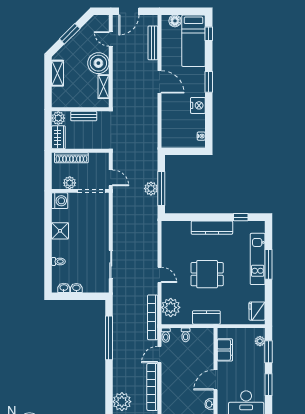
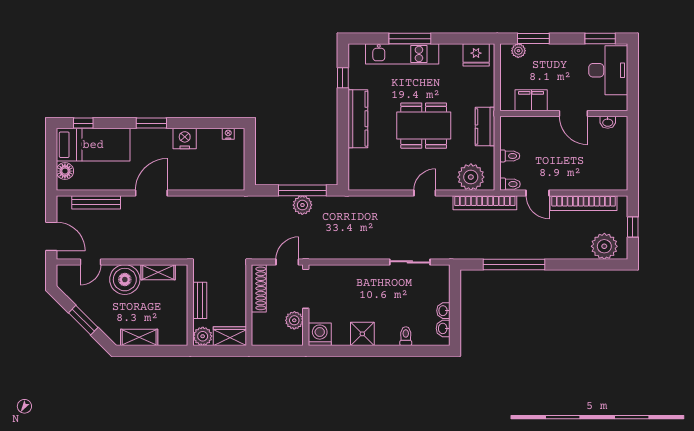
shoe rack: (71, 158) -> (259, 288), moved
dining table: (207, 274) -> (424, 126), width x1.38
window: (269, 385) -> (600, 39), moved

